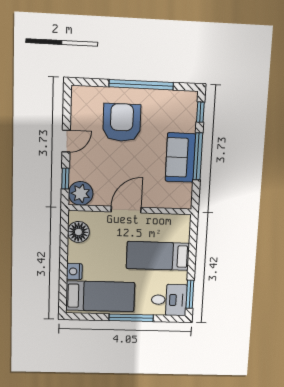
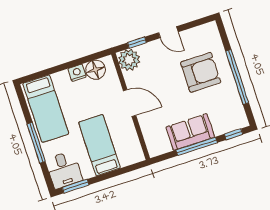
nightstand: (74, 271) -> (77, 73), moved

